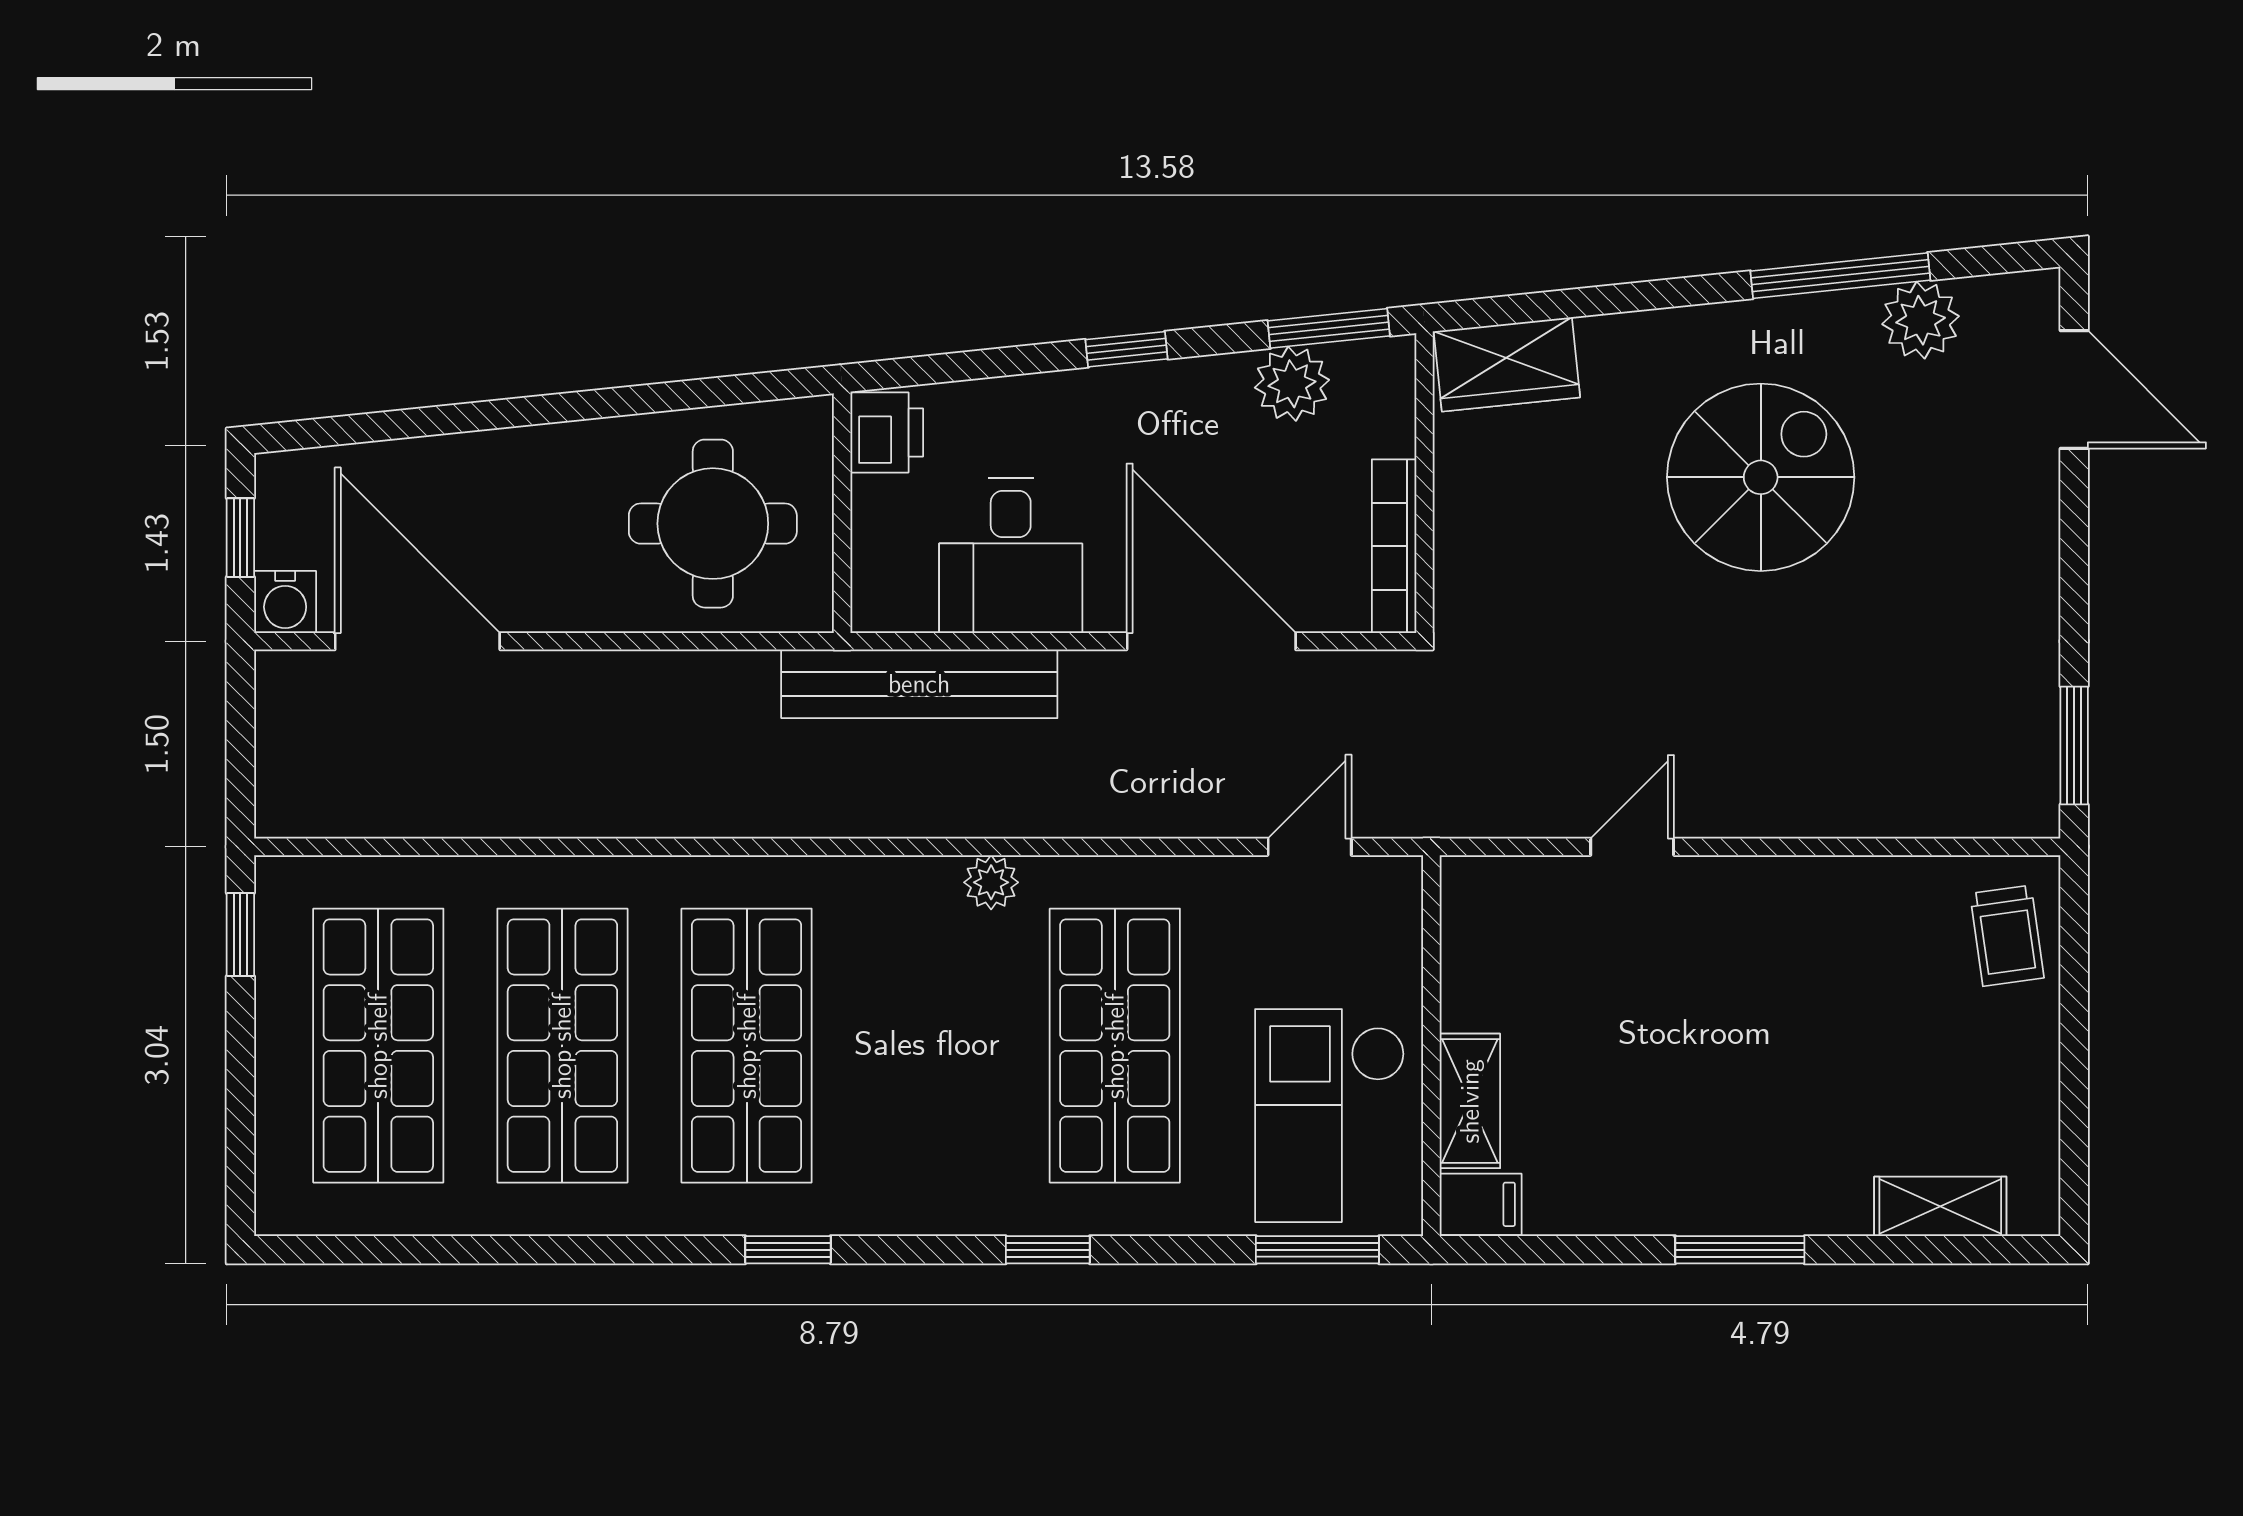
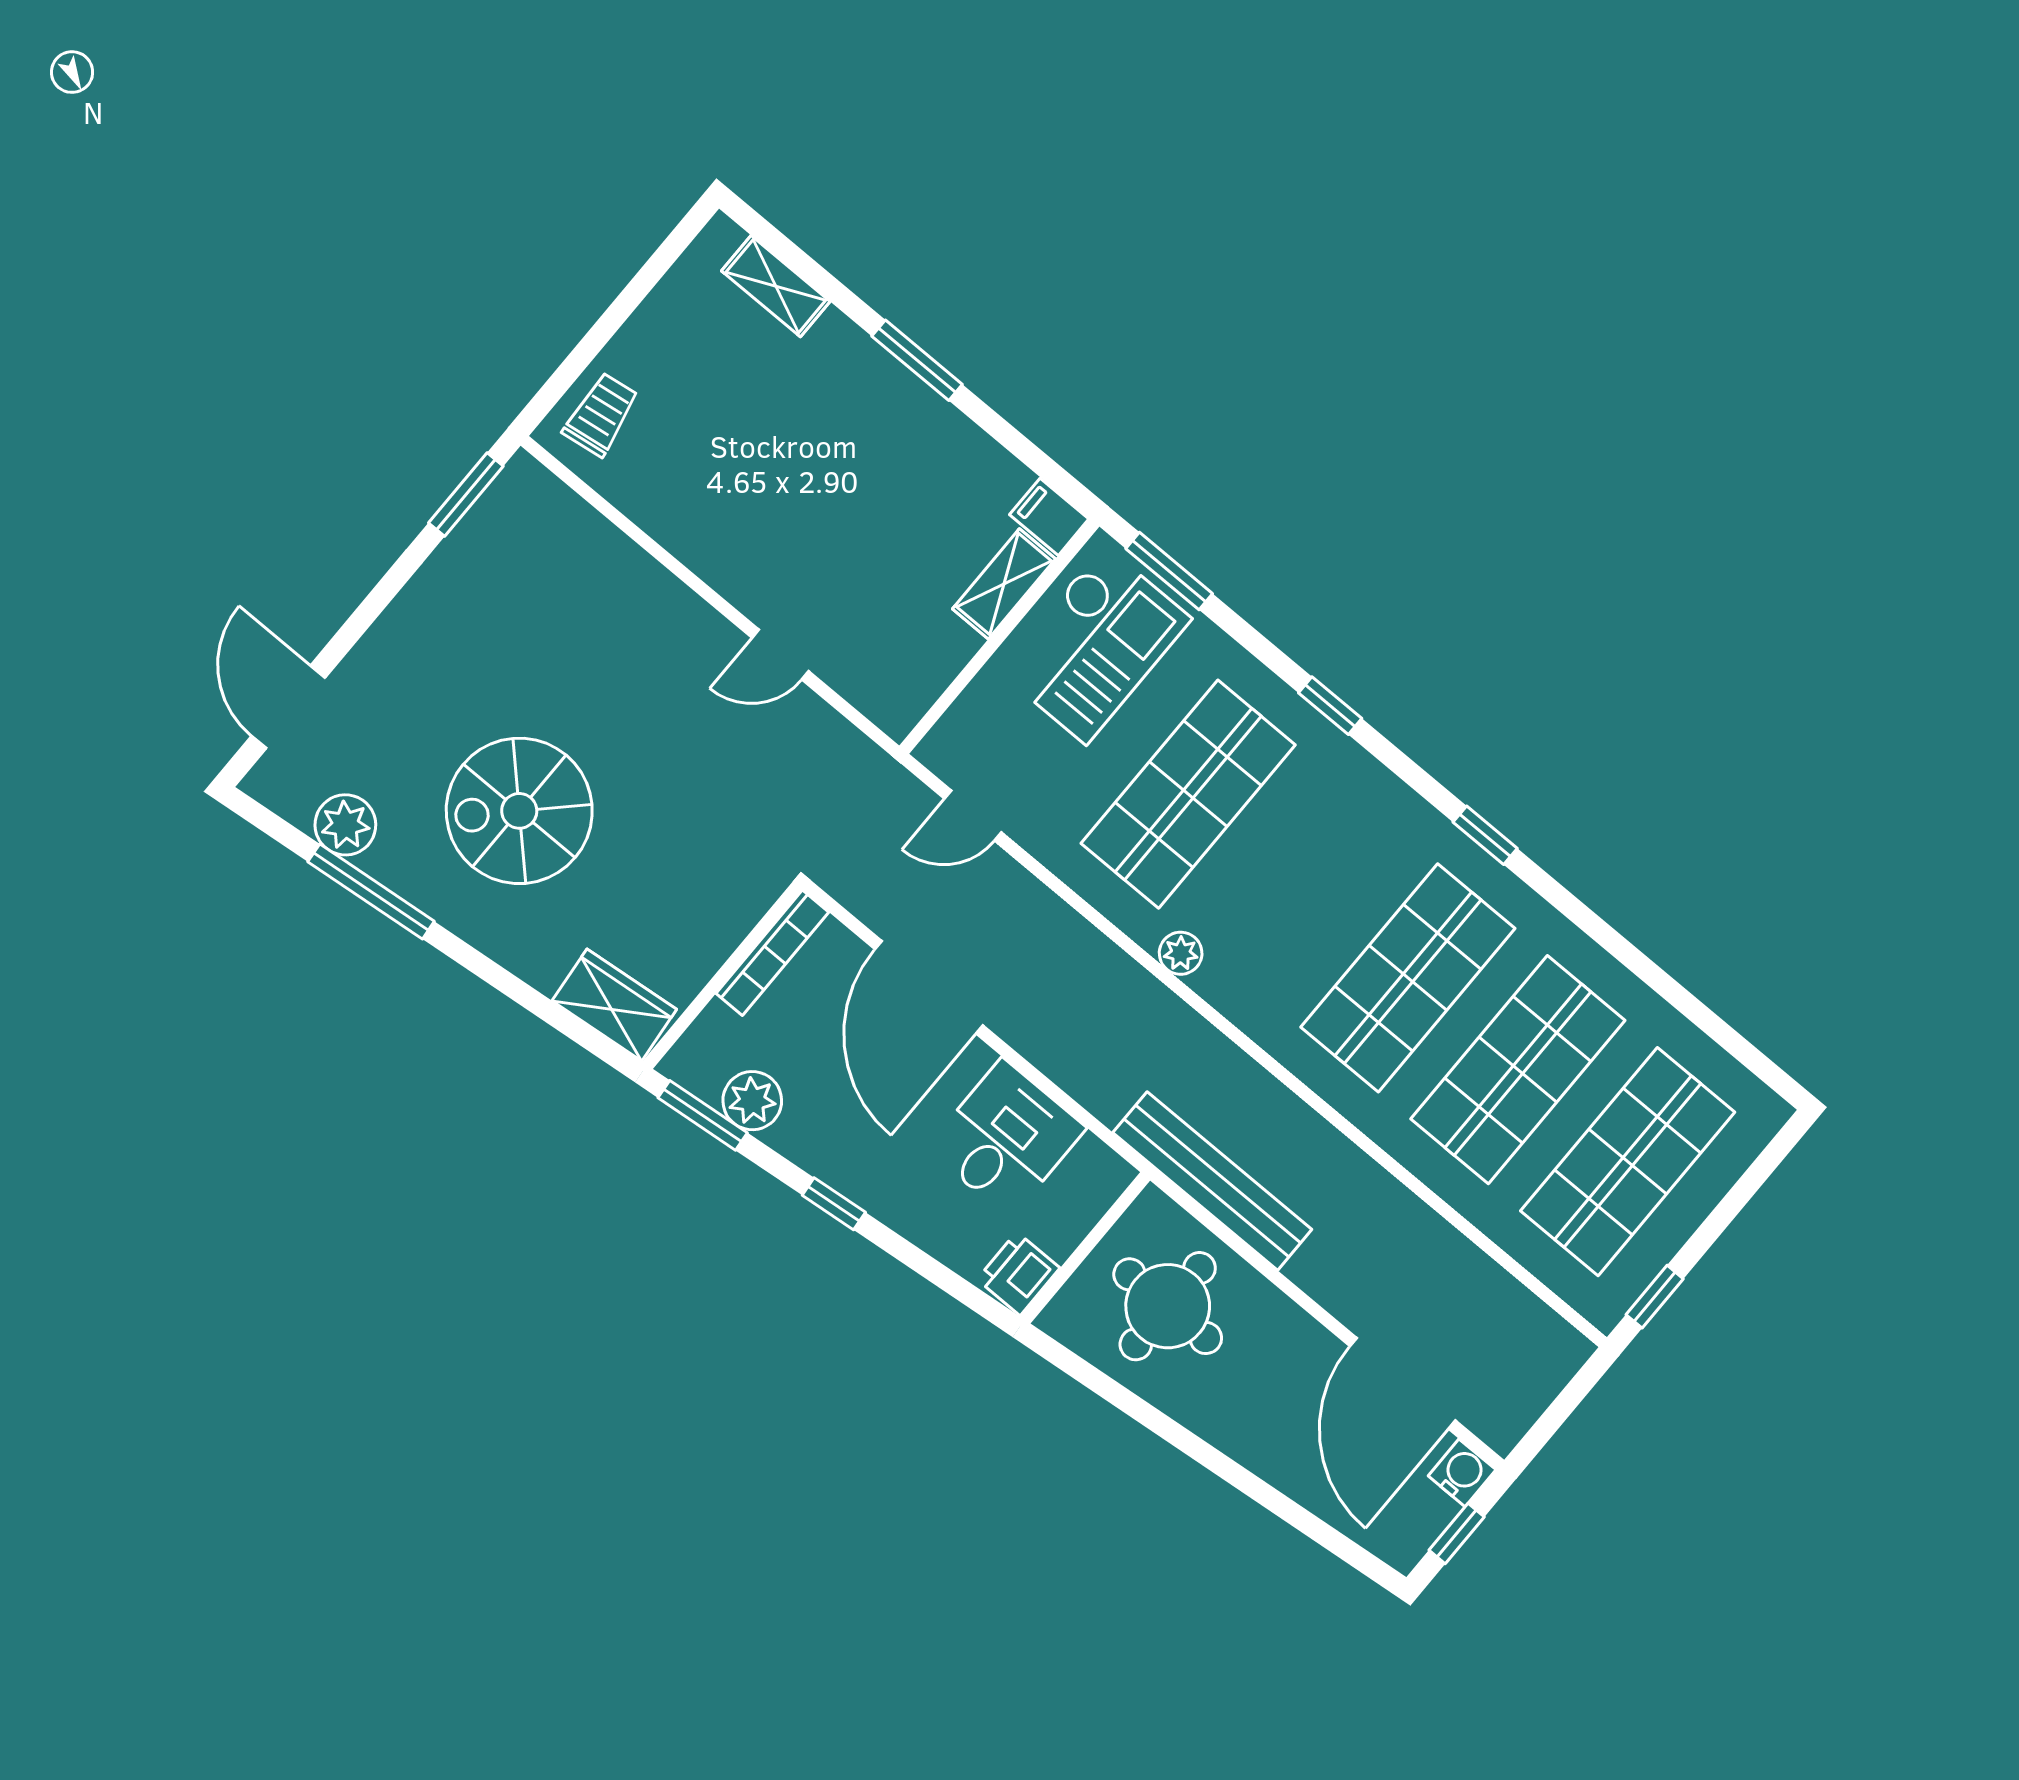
bench: (919, 684) -> (1212, 1181), moved

